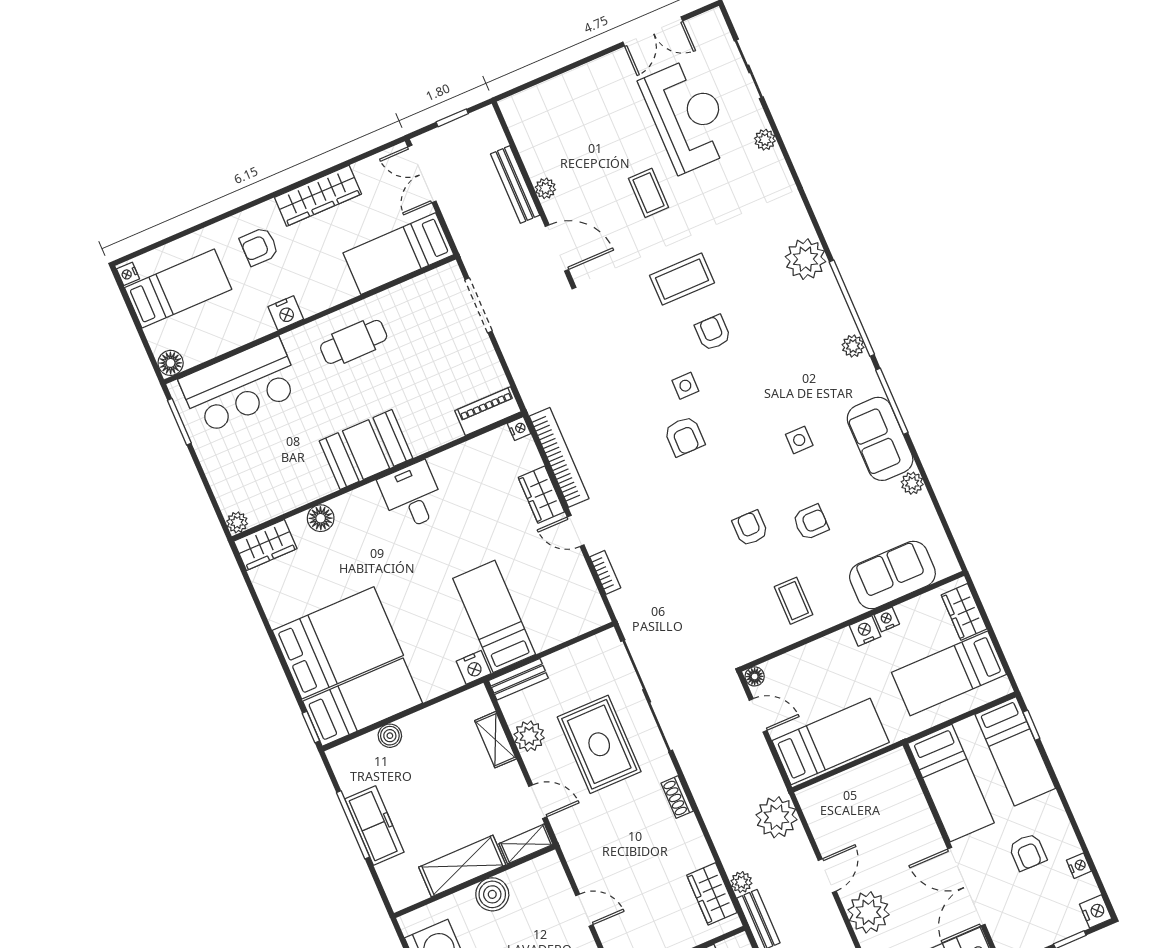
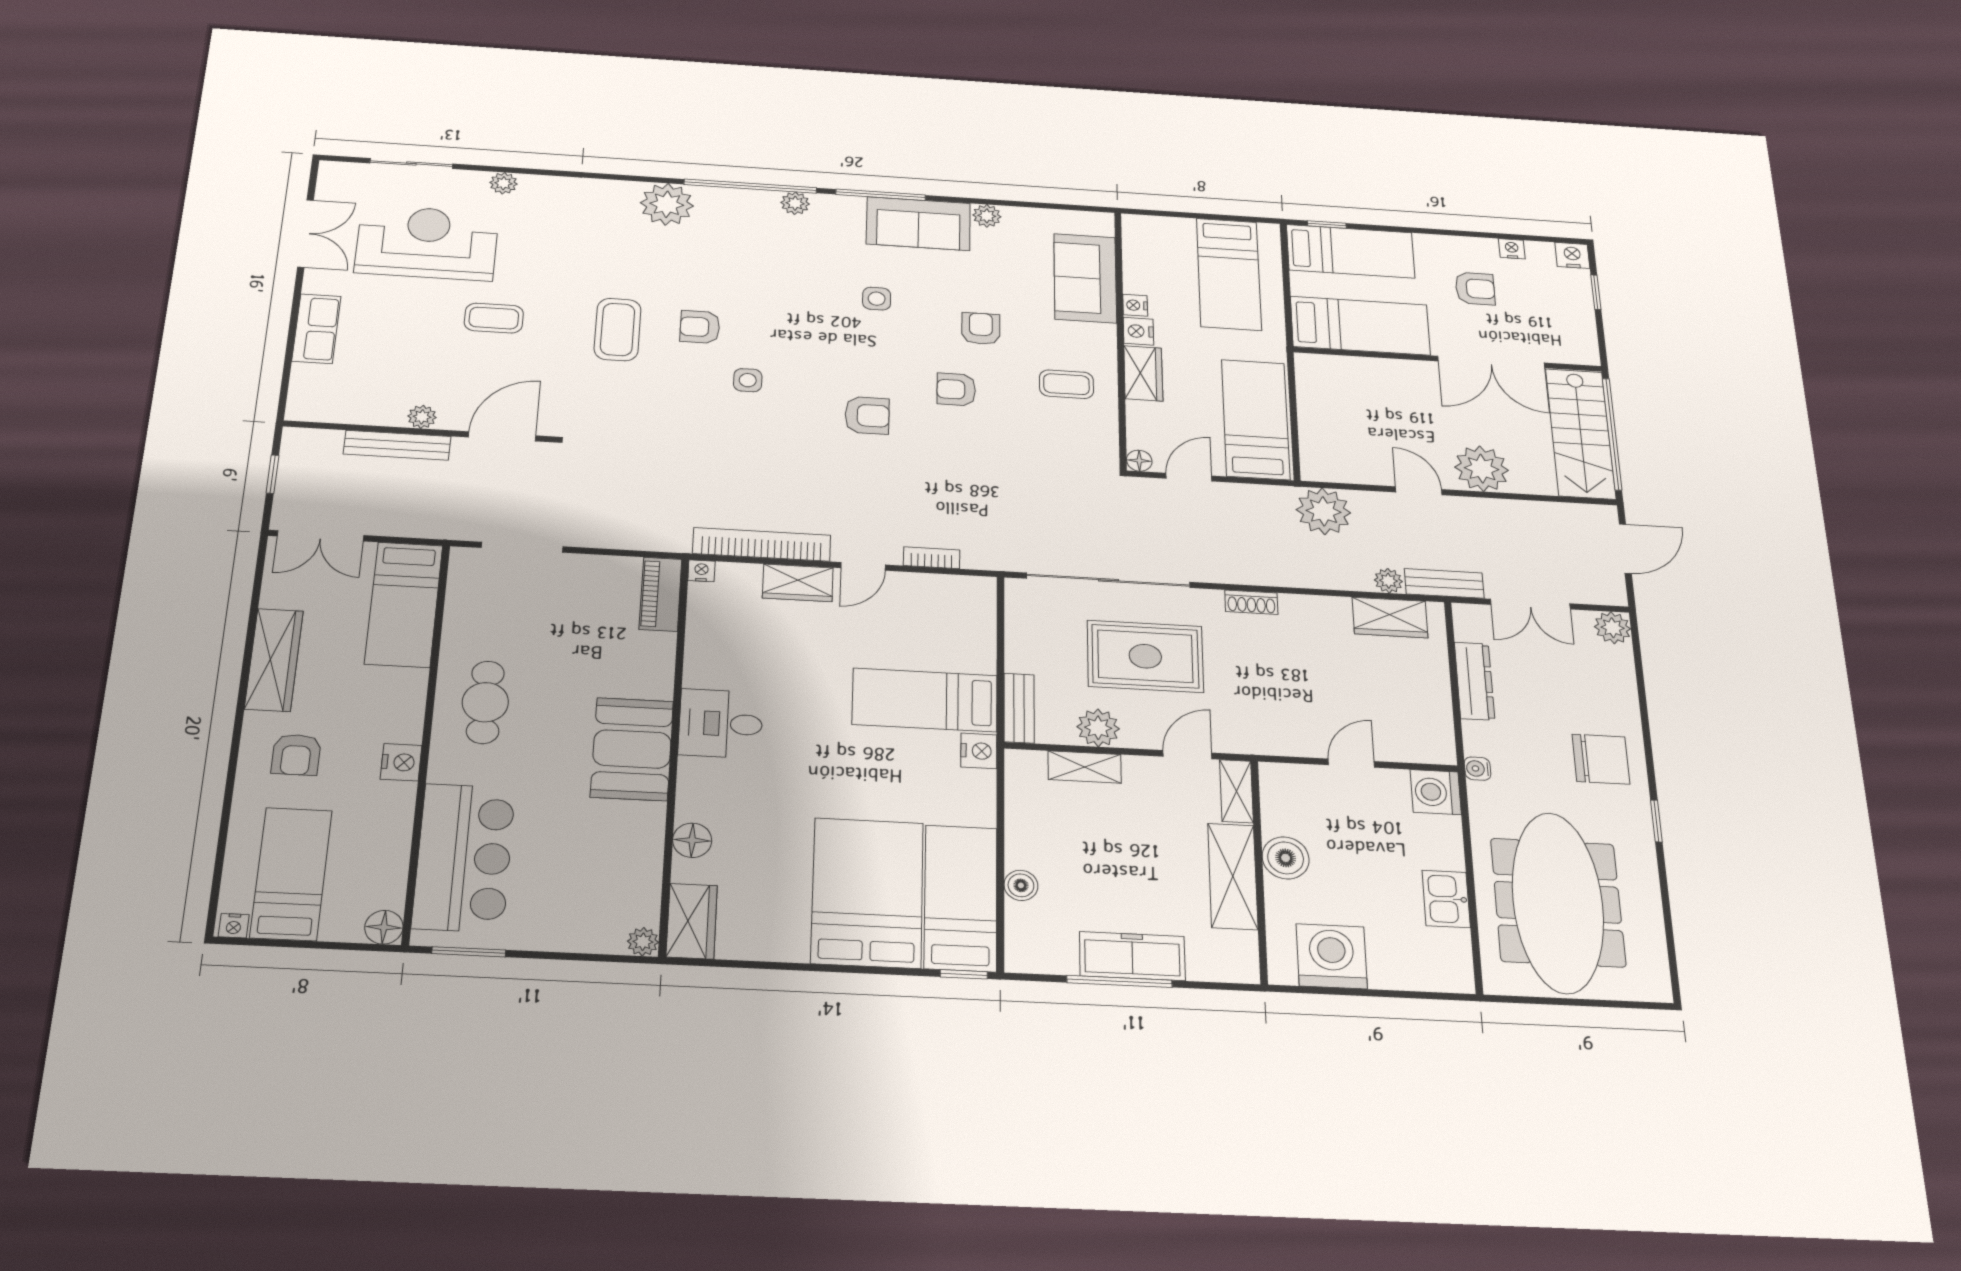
row of seats: (579, 82) -> (316, 329), added
armchair: (684, 436) -> (867, 415), moved
wardrobe: (964, 612) -> (1143, 373), moved, turned -90

